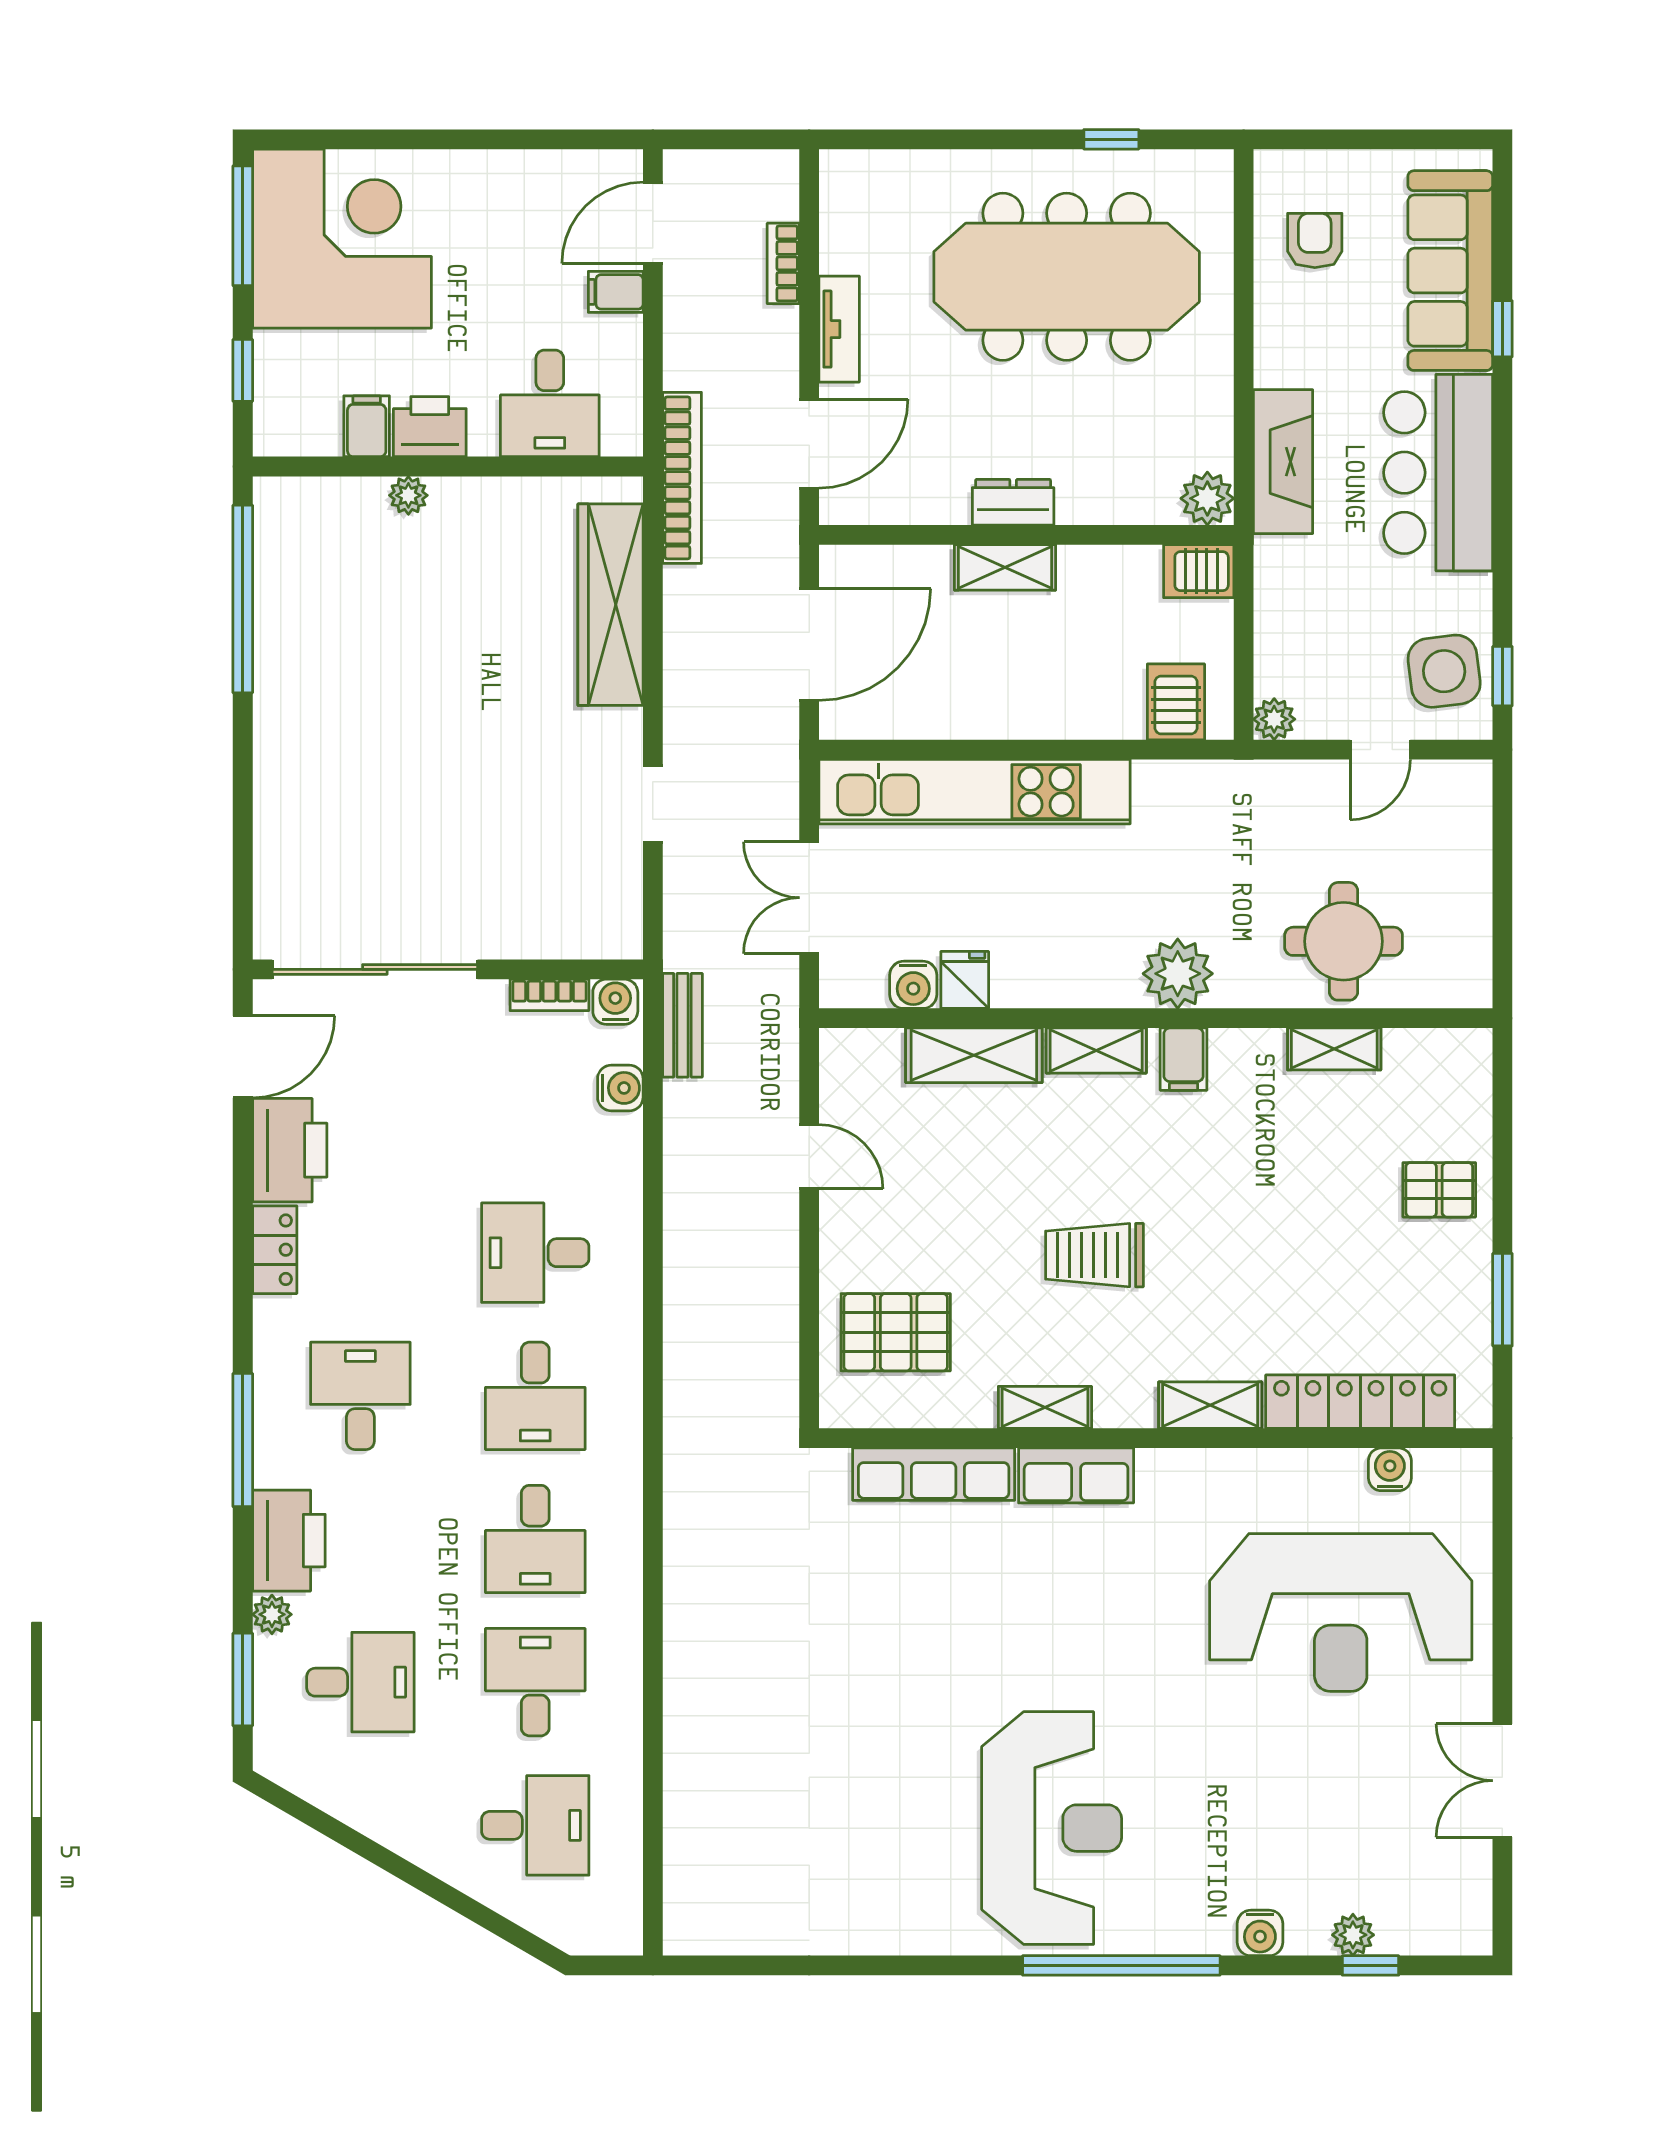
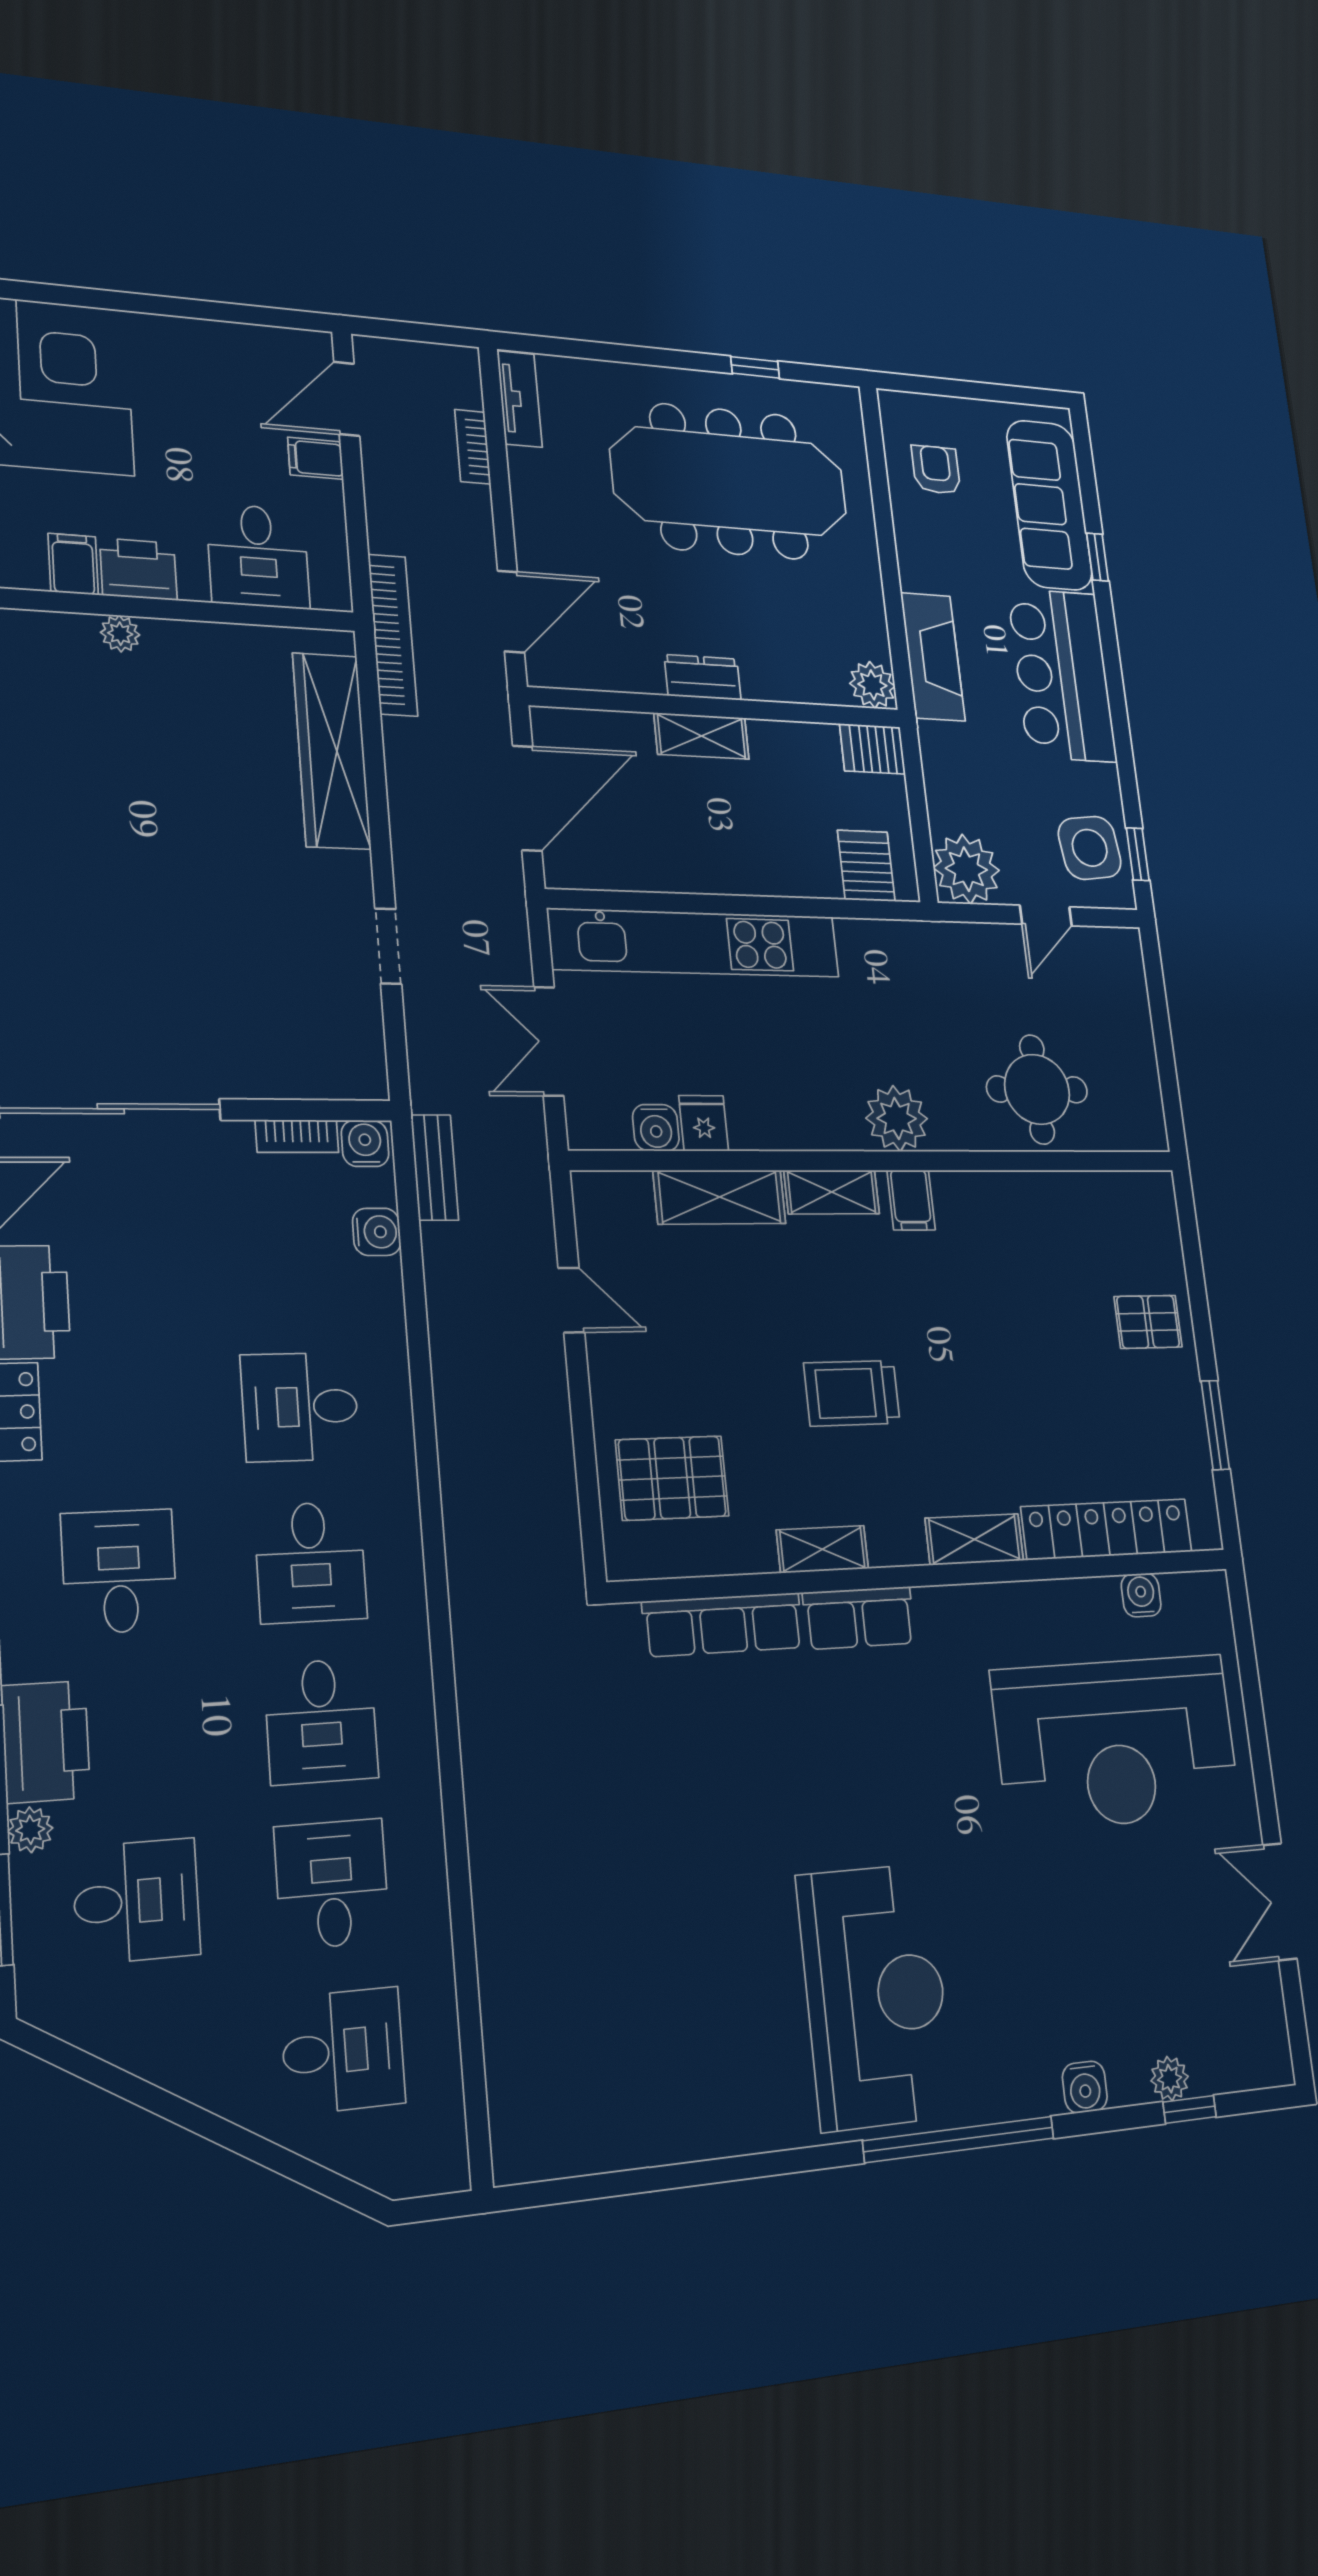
tv unit: (839, 329) -> (520, 399), moved
plant: (1274, 719) -> (966, 869), width x1.87, depth x1.87
shelving: (1334, 1049) -> (1042, 1190), removed

